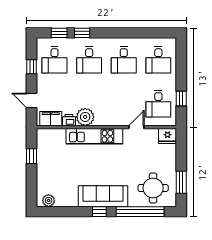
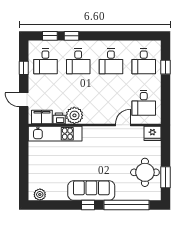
window: (181, 99) -> (165, 67), moved
kitchen unit: (94, 136) -> (55, 134), moved
window: (32, 156) -> (24, 153), removed
round table: (153, 188) -> (145, 172), moved

